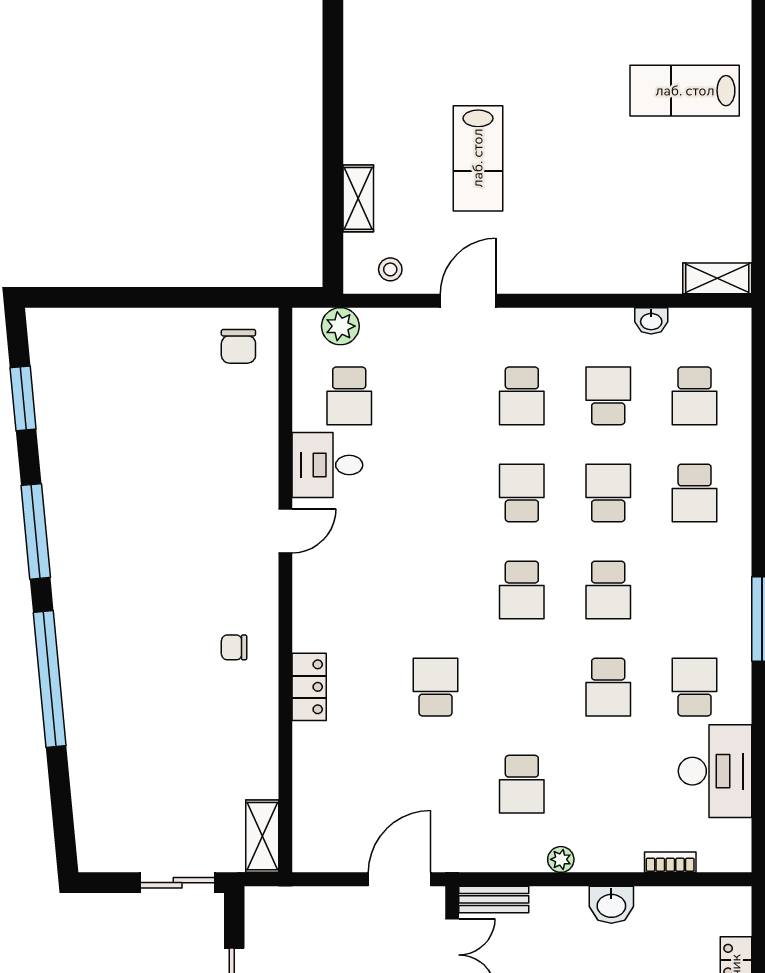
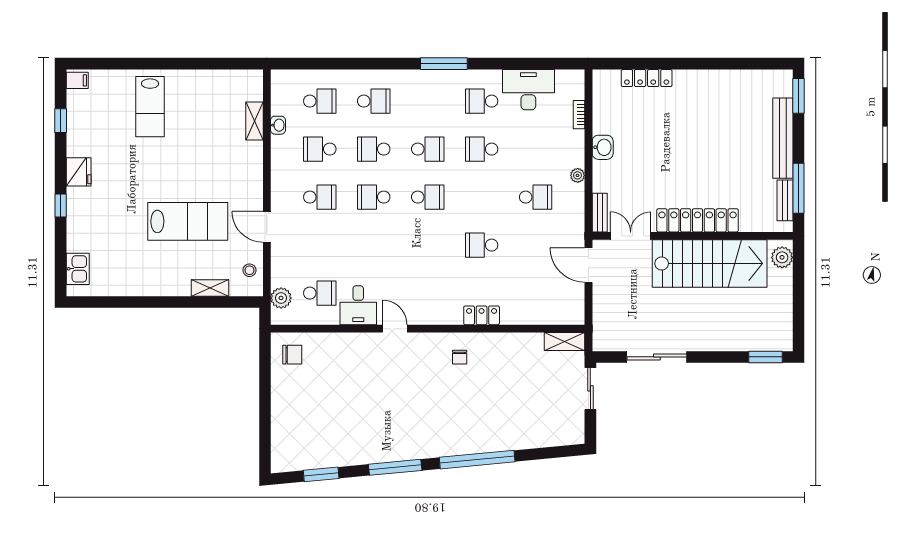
lab bench: (478, 158) -> (188, 221), width x1.36, depth x1.39
shelving: (717, 278) -> (254, 121), moved
school desk: (608, 687) -> (482, 149), turned 180

